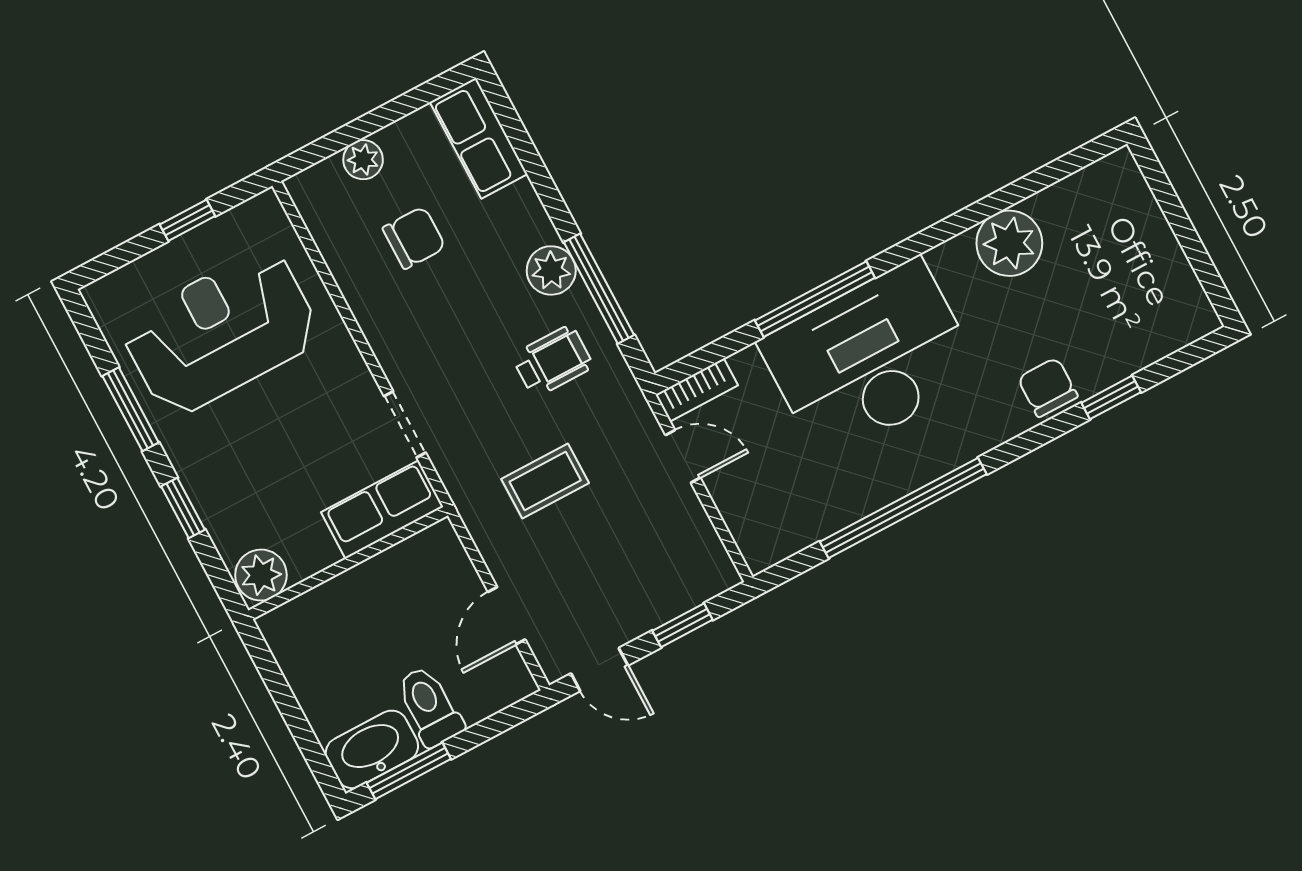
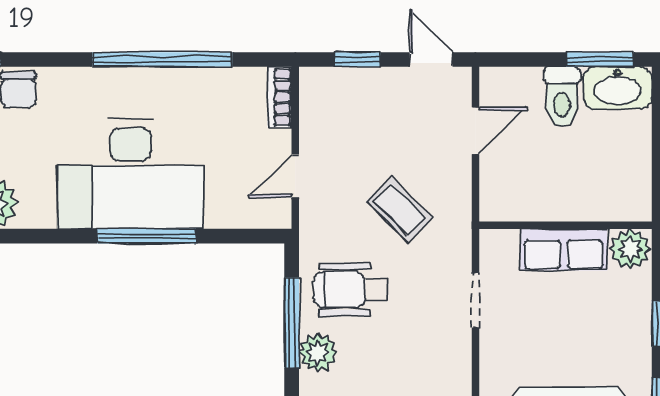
wheelchair: (553, 361) -> (350, 290), width x1.36, depth x1.37
bookcase: (697, 390) -> (280, 97), moved, turned -90
door: (683, 456) -> (295, 176), hinge flipped
coffee table: (545, 481) -> (399, 210), turned 45
row of seats: (382, 510) -> (564, 250), moved

